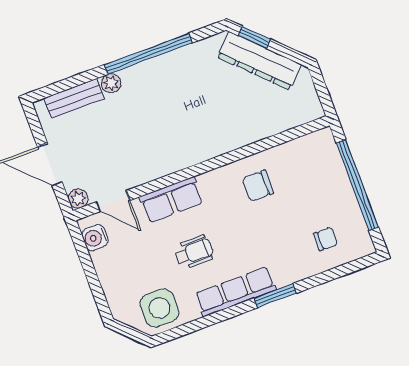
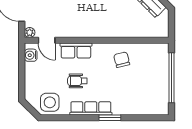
chair: (258, 186) -> (122, 60), turned 76
chair: (326, 239) -> (146, 99), removed
wheelchair: (194, 252) -> (77, 81), turned 180

